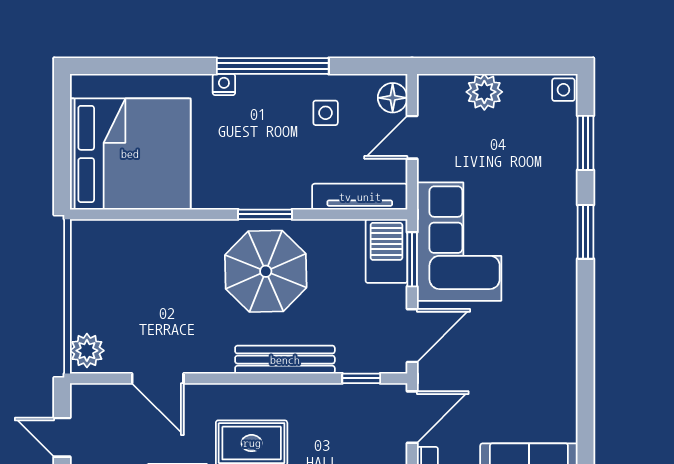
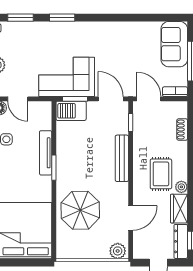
tv unit: (360, 197) -> (46, 153), moved
parasol: (266, 271) -> (80, 210), moved

